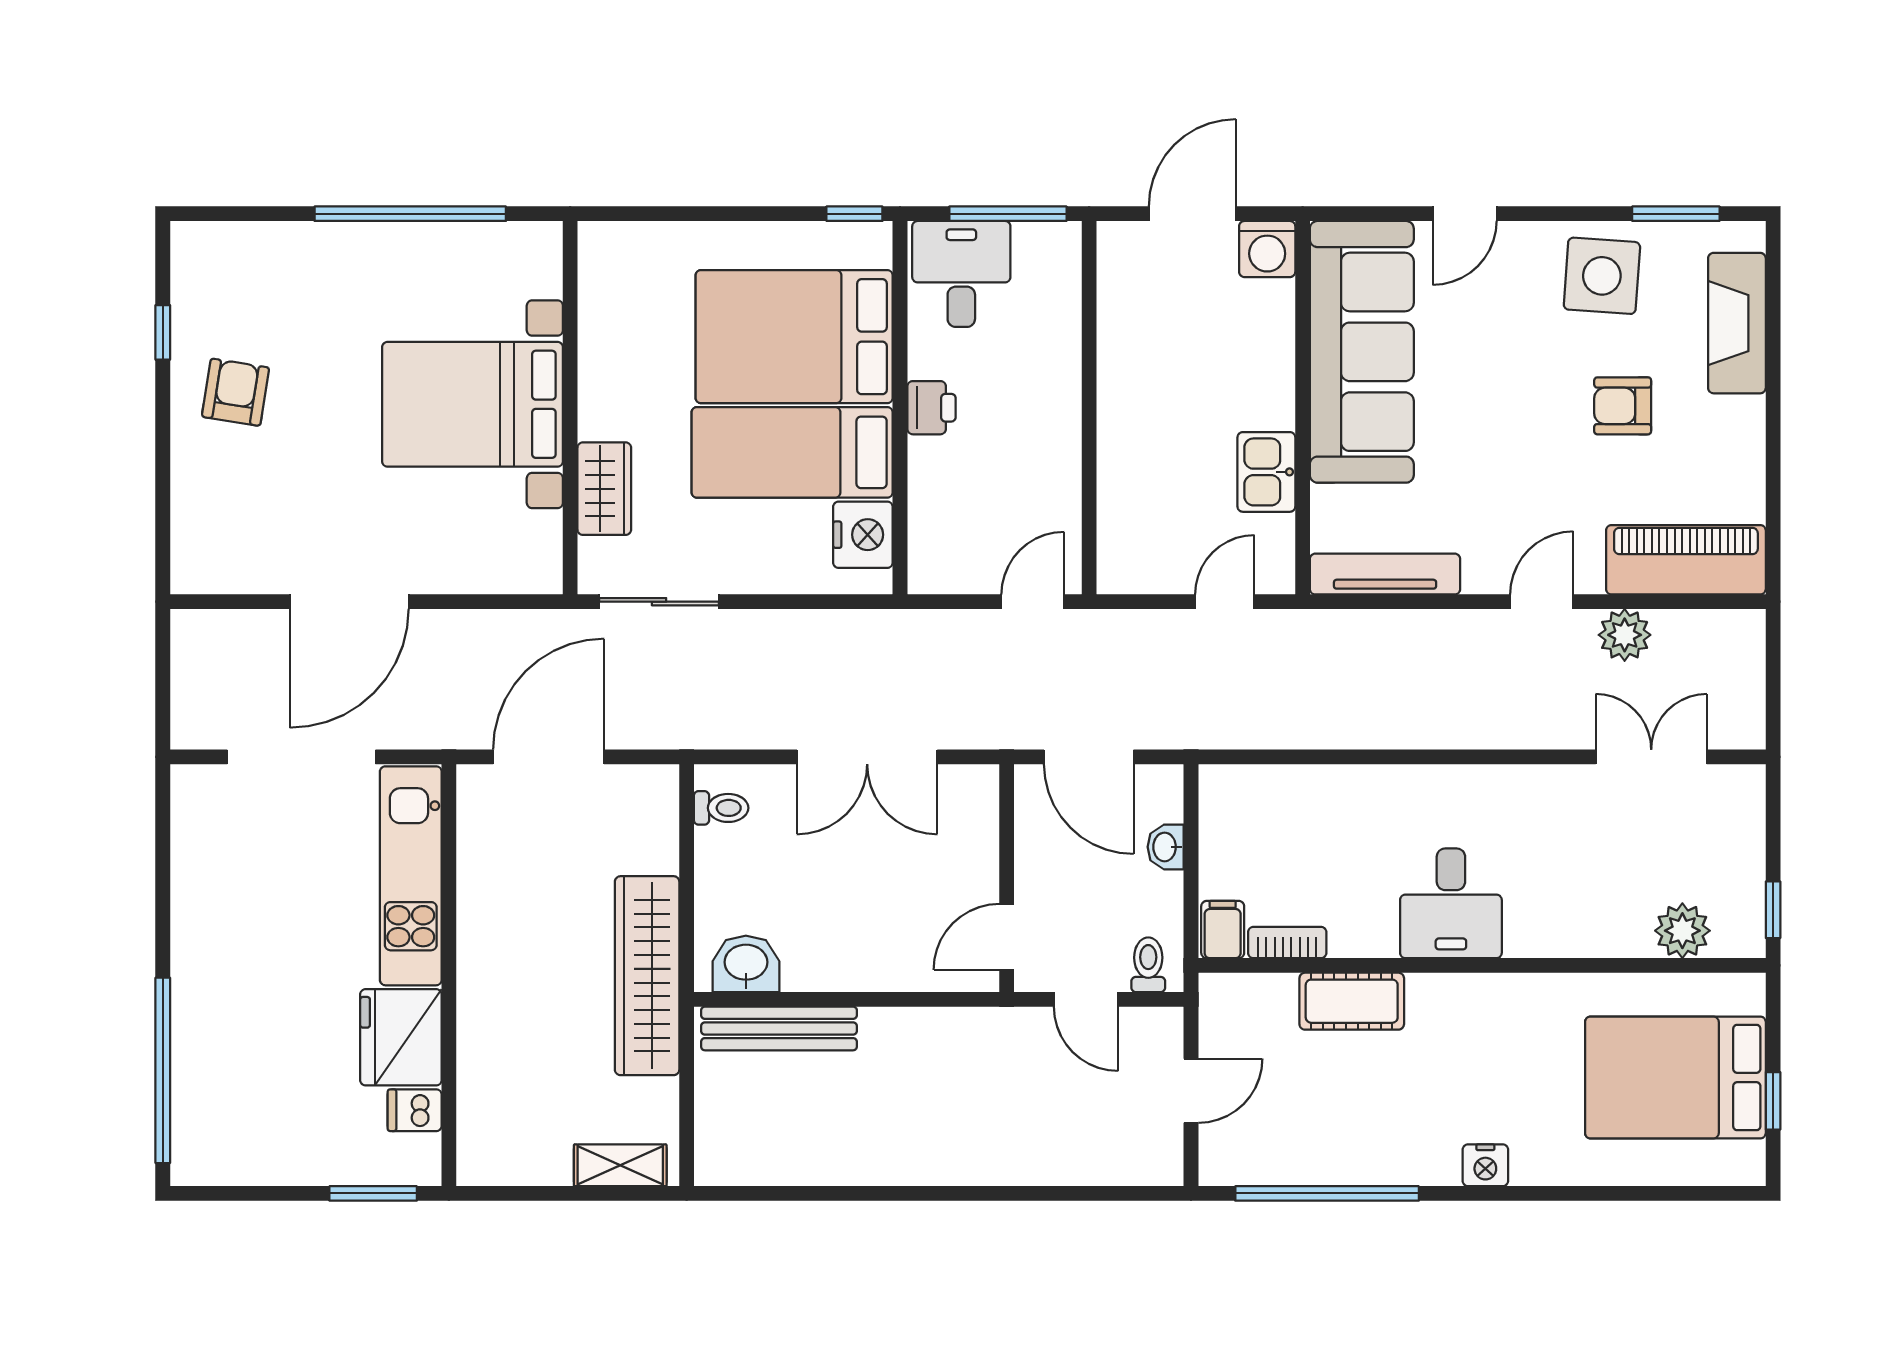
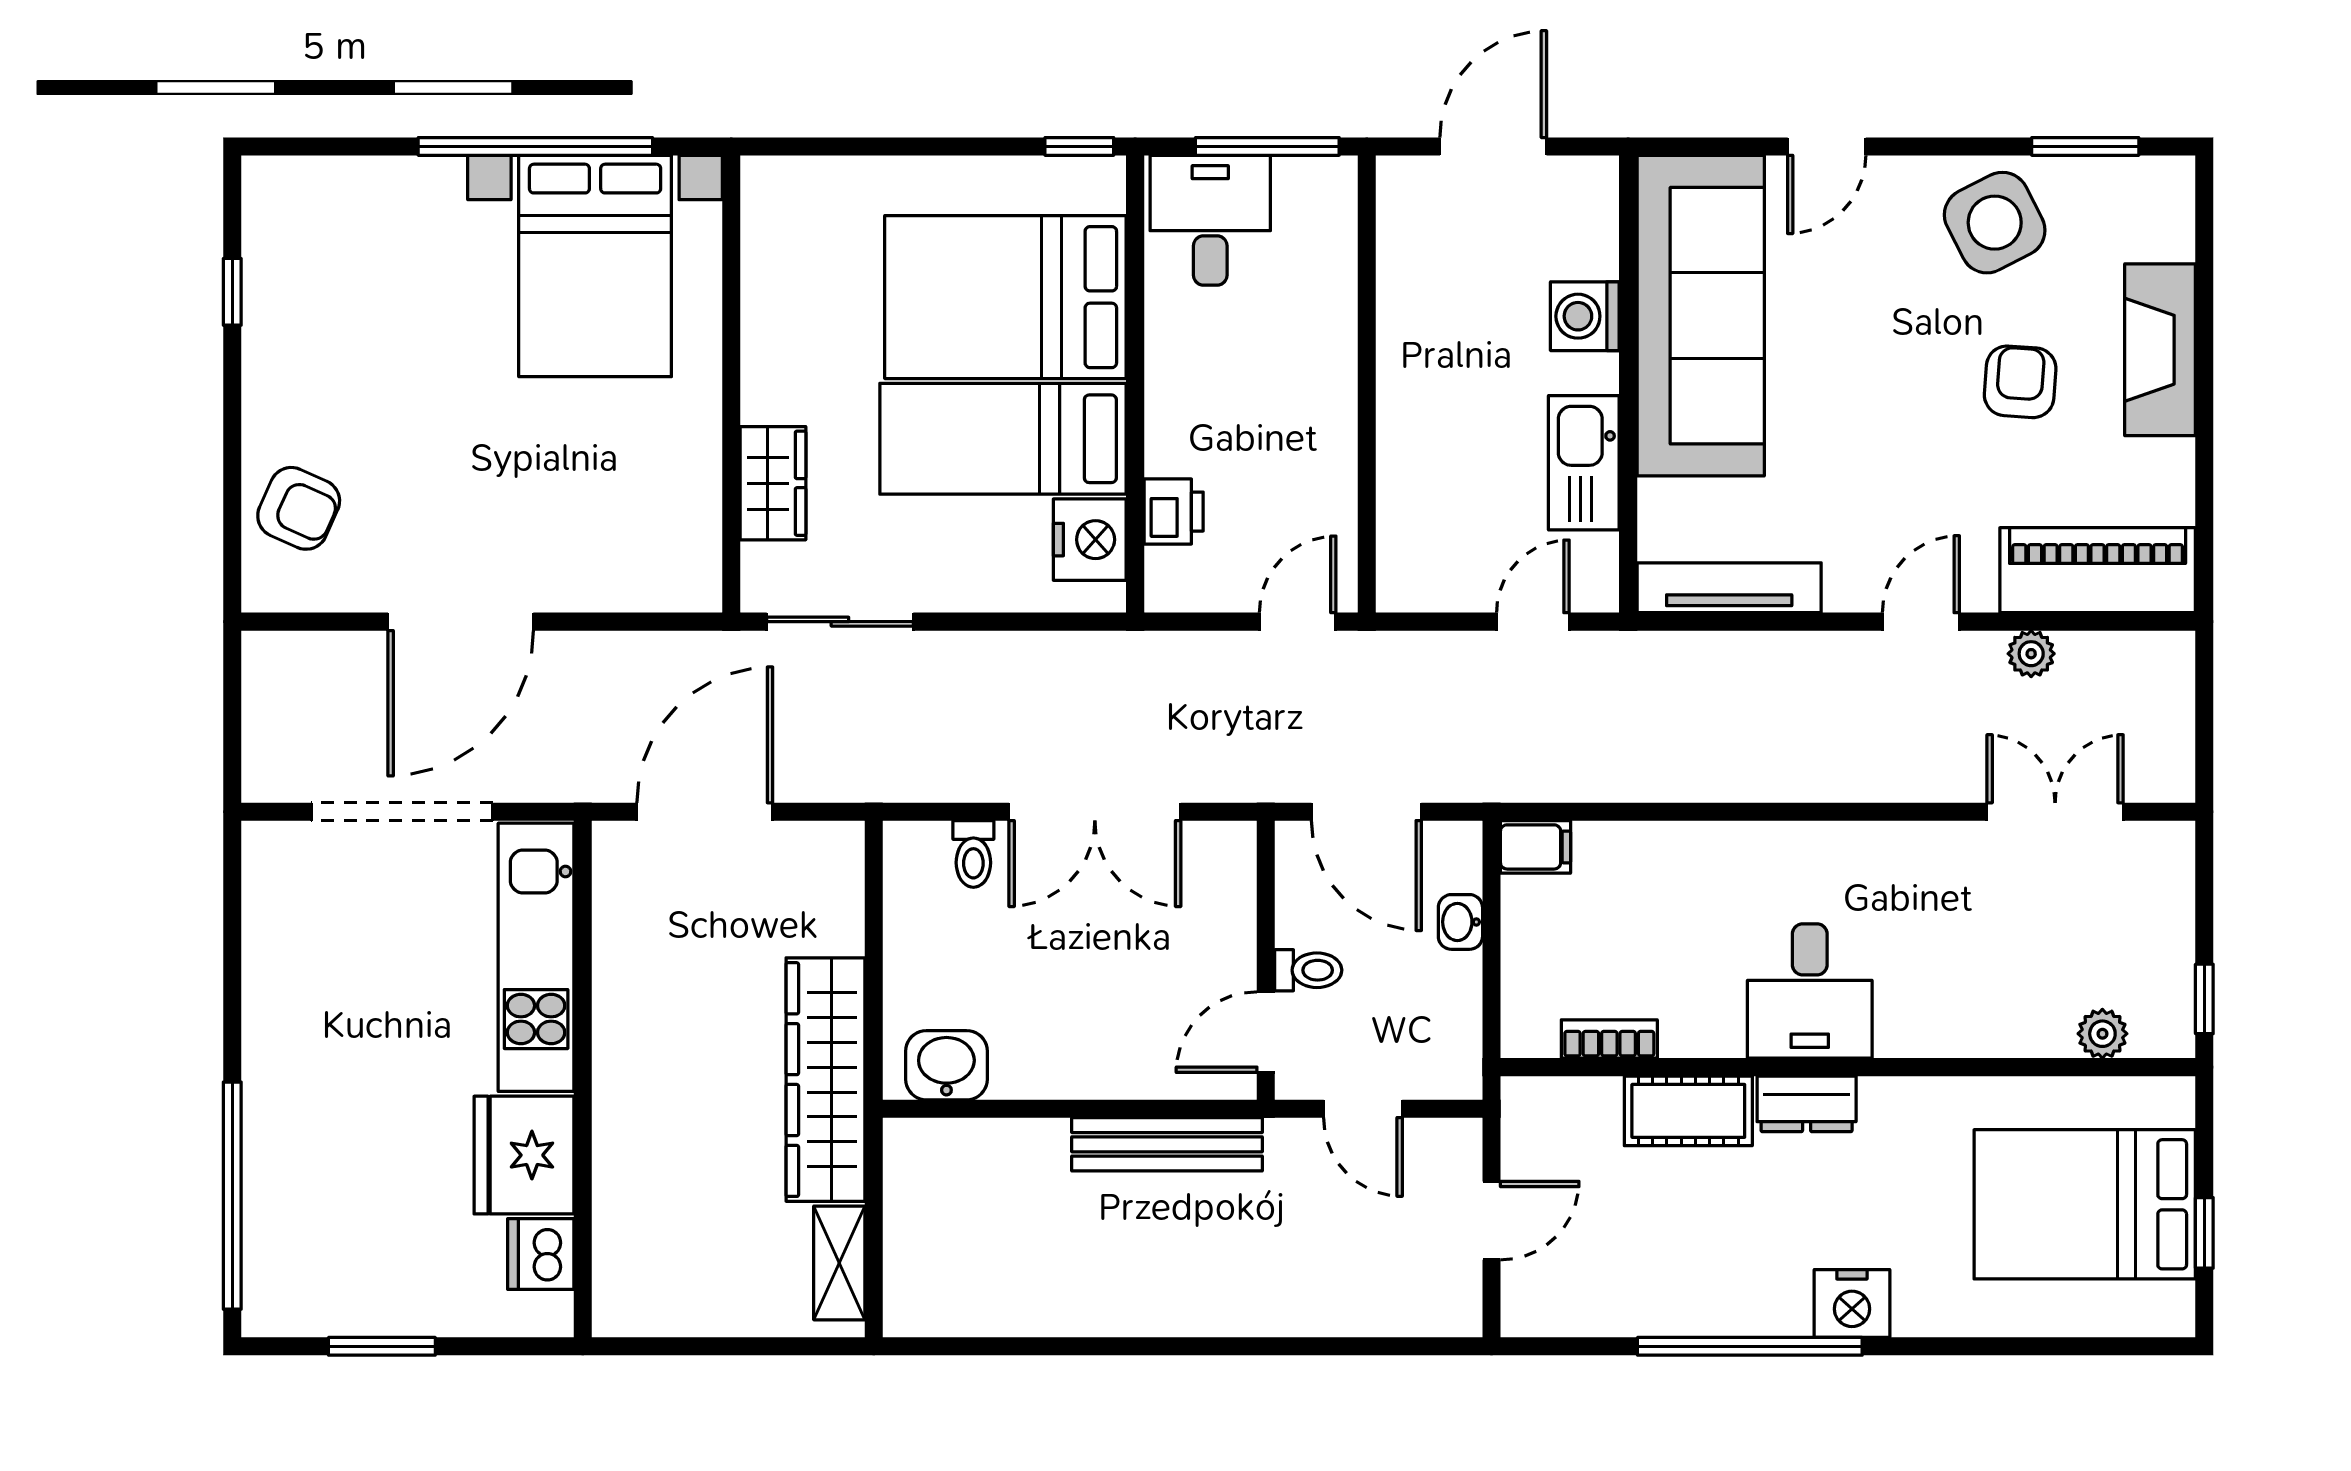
washing machine: (1267, 249) -> (1585, 316), moved, turned 90
side table: (1602, 276) -> (1995, 223), turned -31
fireplace: (1737, 323) -> (2160, 350), moved
armchair: (236, 392) -> (299, 508), moved, turned 105
bed with nightstands: (473, 404) -> (595, 266), moved, turned -90
armchair: (1623, 406) -> (2020, 382), turned 94
printer: (931, 408) -> (1174, 512), moved
kitchen sink: (1266, 472) -> (1584, 463), width x1.38
plant: (1625, 635) -> (2031, 654), width x0.73, depth x0.73
toilet: (721, 808) -> (973, 854), moved, turned 90
filing cabinet: (1223, 930) -> (1535, 847), moved, turned 90
plant: (1682, 931) -> (2102, 1034), width x0.73, depth x0.73
toilet: (1148, 965) -> (1308, 970), moved, turned 90
dresser: (1448, 995) -> (1807, 1104), added
bench: (779, 1028) -> (1167, 1144), moved
dishwasher: (415, 1110) -> (541, 1254), width x1.38
shelving: (620, 1165) -> (839, 1263), moved, turned 90
nightstand: (1485, 1165) -> (1852, 1303), width x1.36, depth x1.33
window: (373, 1193) -> (382, 1346), moved
window: (1327, 1193) -> (1750, 1346), moved

